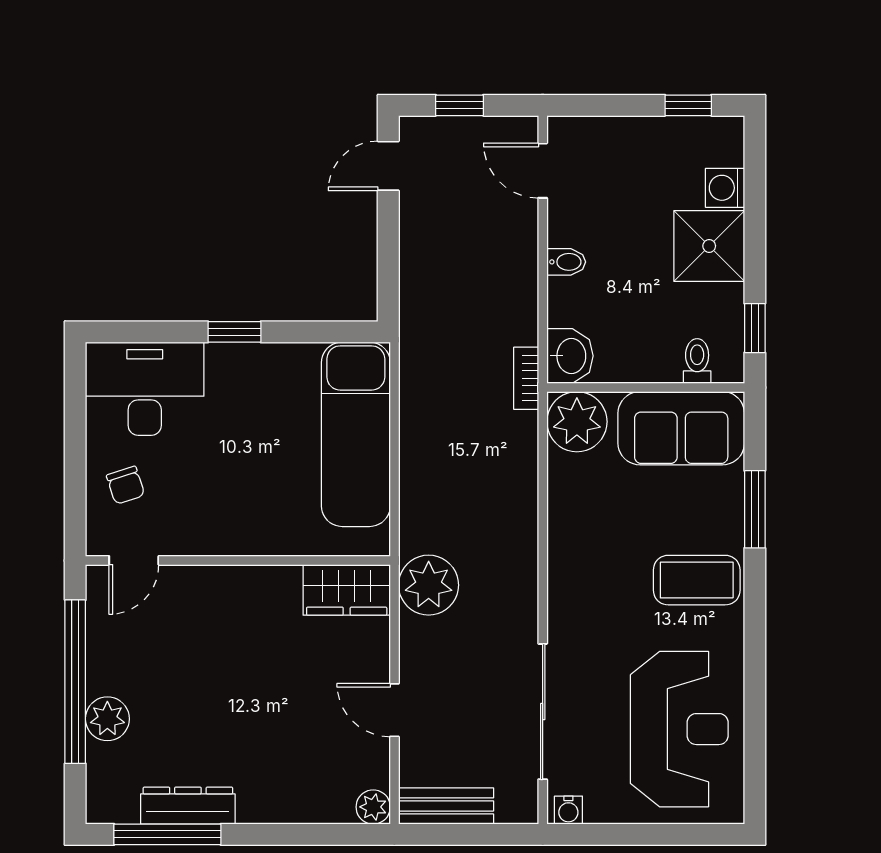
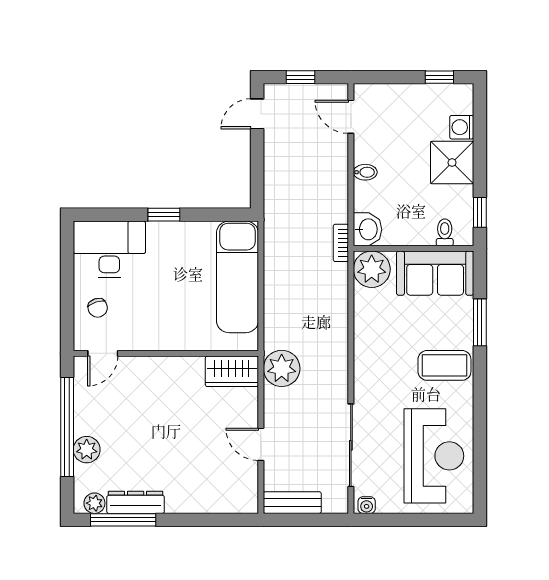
plant: (373, 807) -> (94, 503), moved

